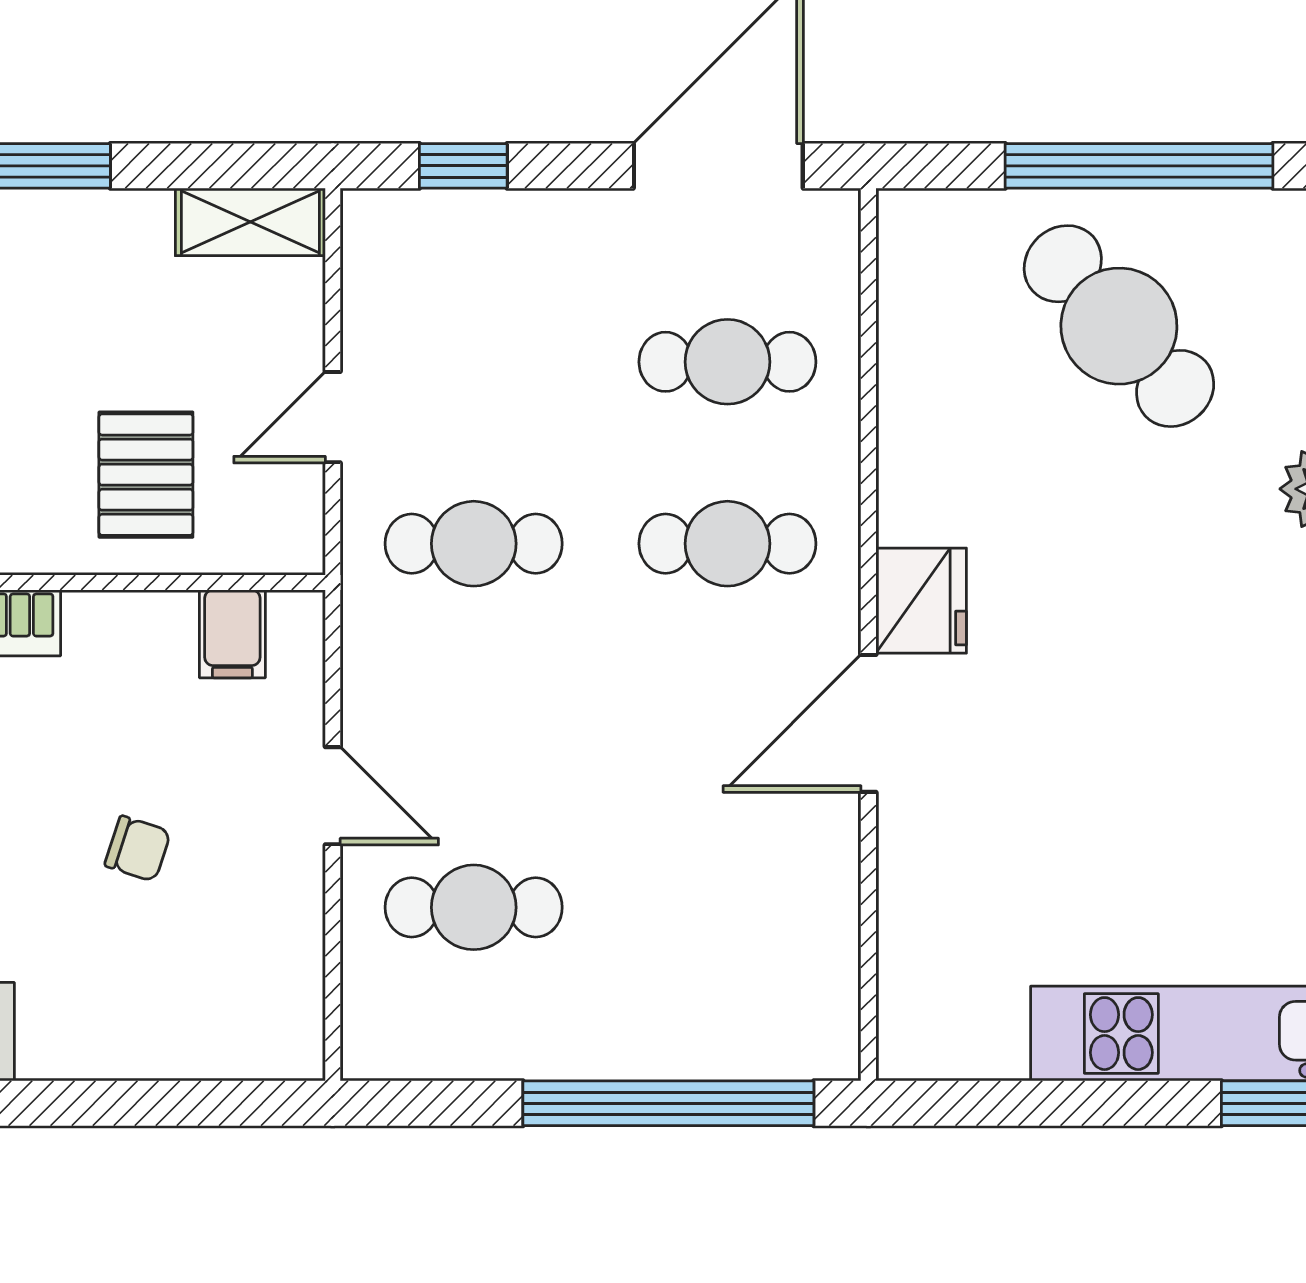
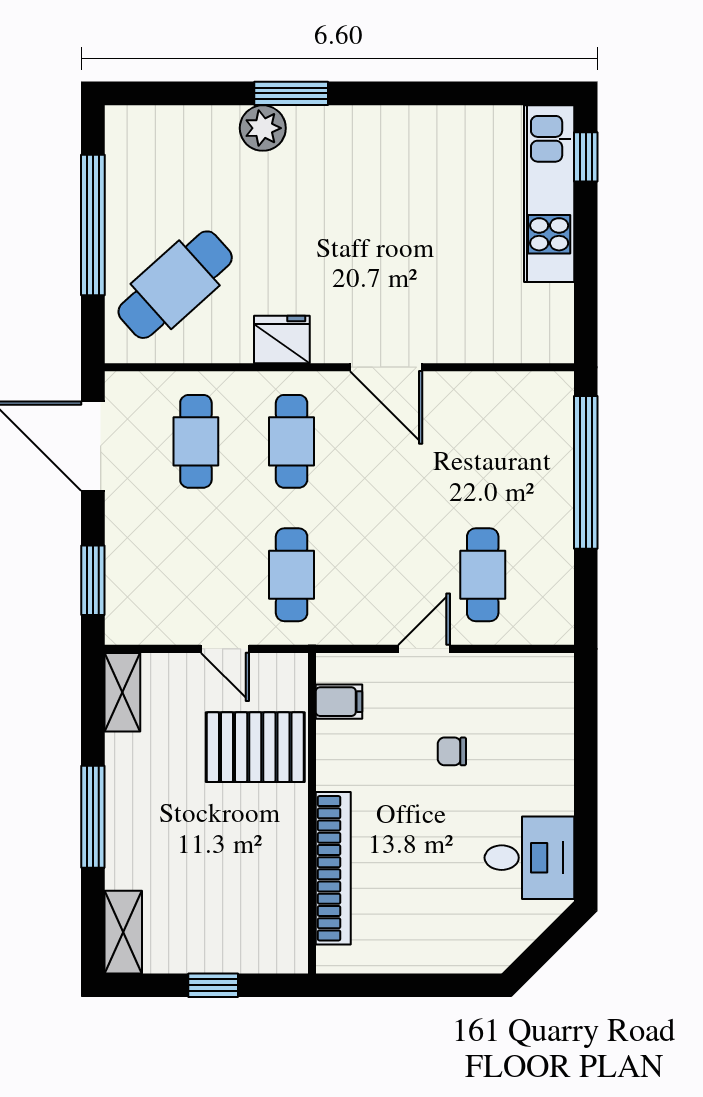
window: (463, 166) -> (93, 580), width x1.50
cafe table: (1119, 326) -> (175, 285), moved
pallet: (146, 475) -> (255, 747), width x1.50, depth x1.42
fridge: (921, 601) -> (282, 340), moved
chair: (138, 849) -> (452, 751), turned -108

